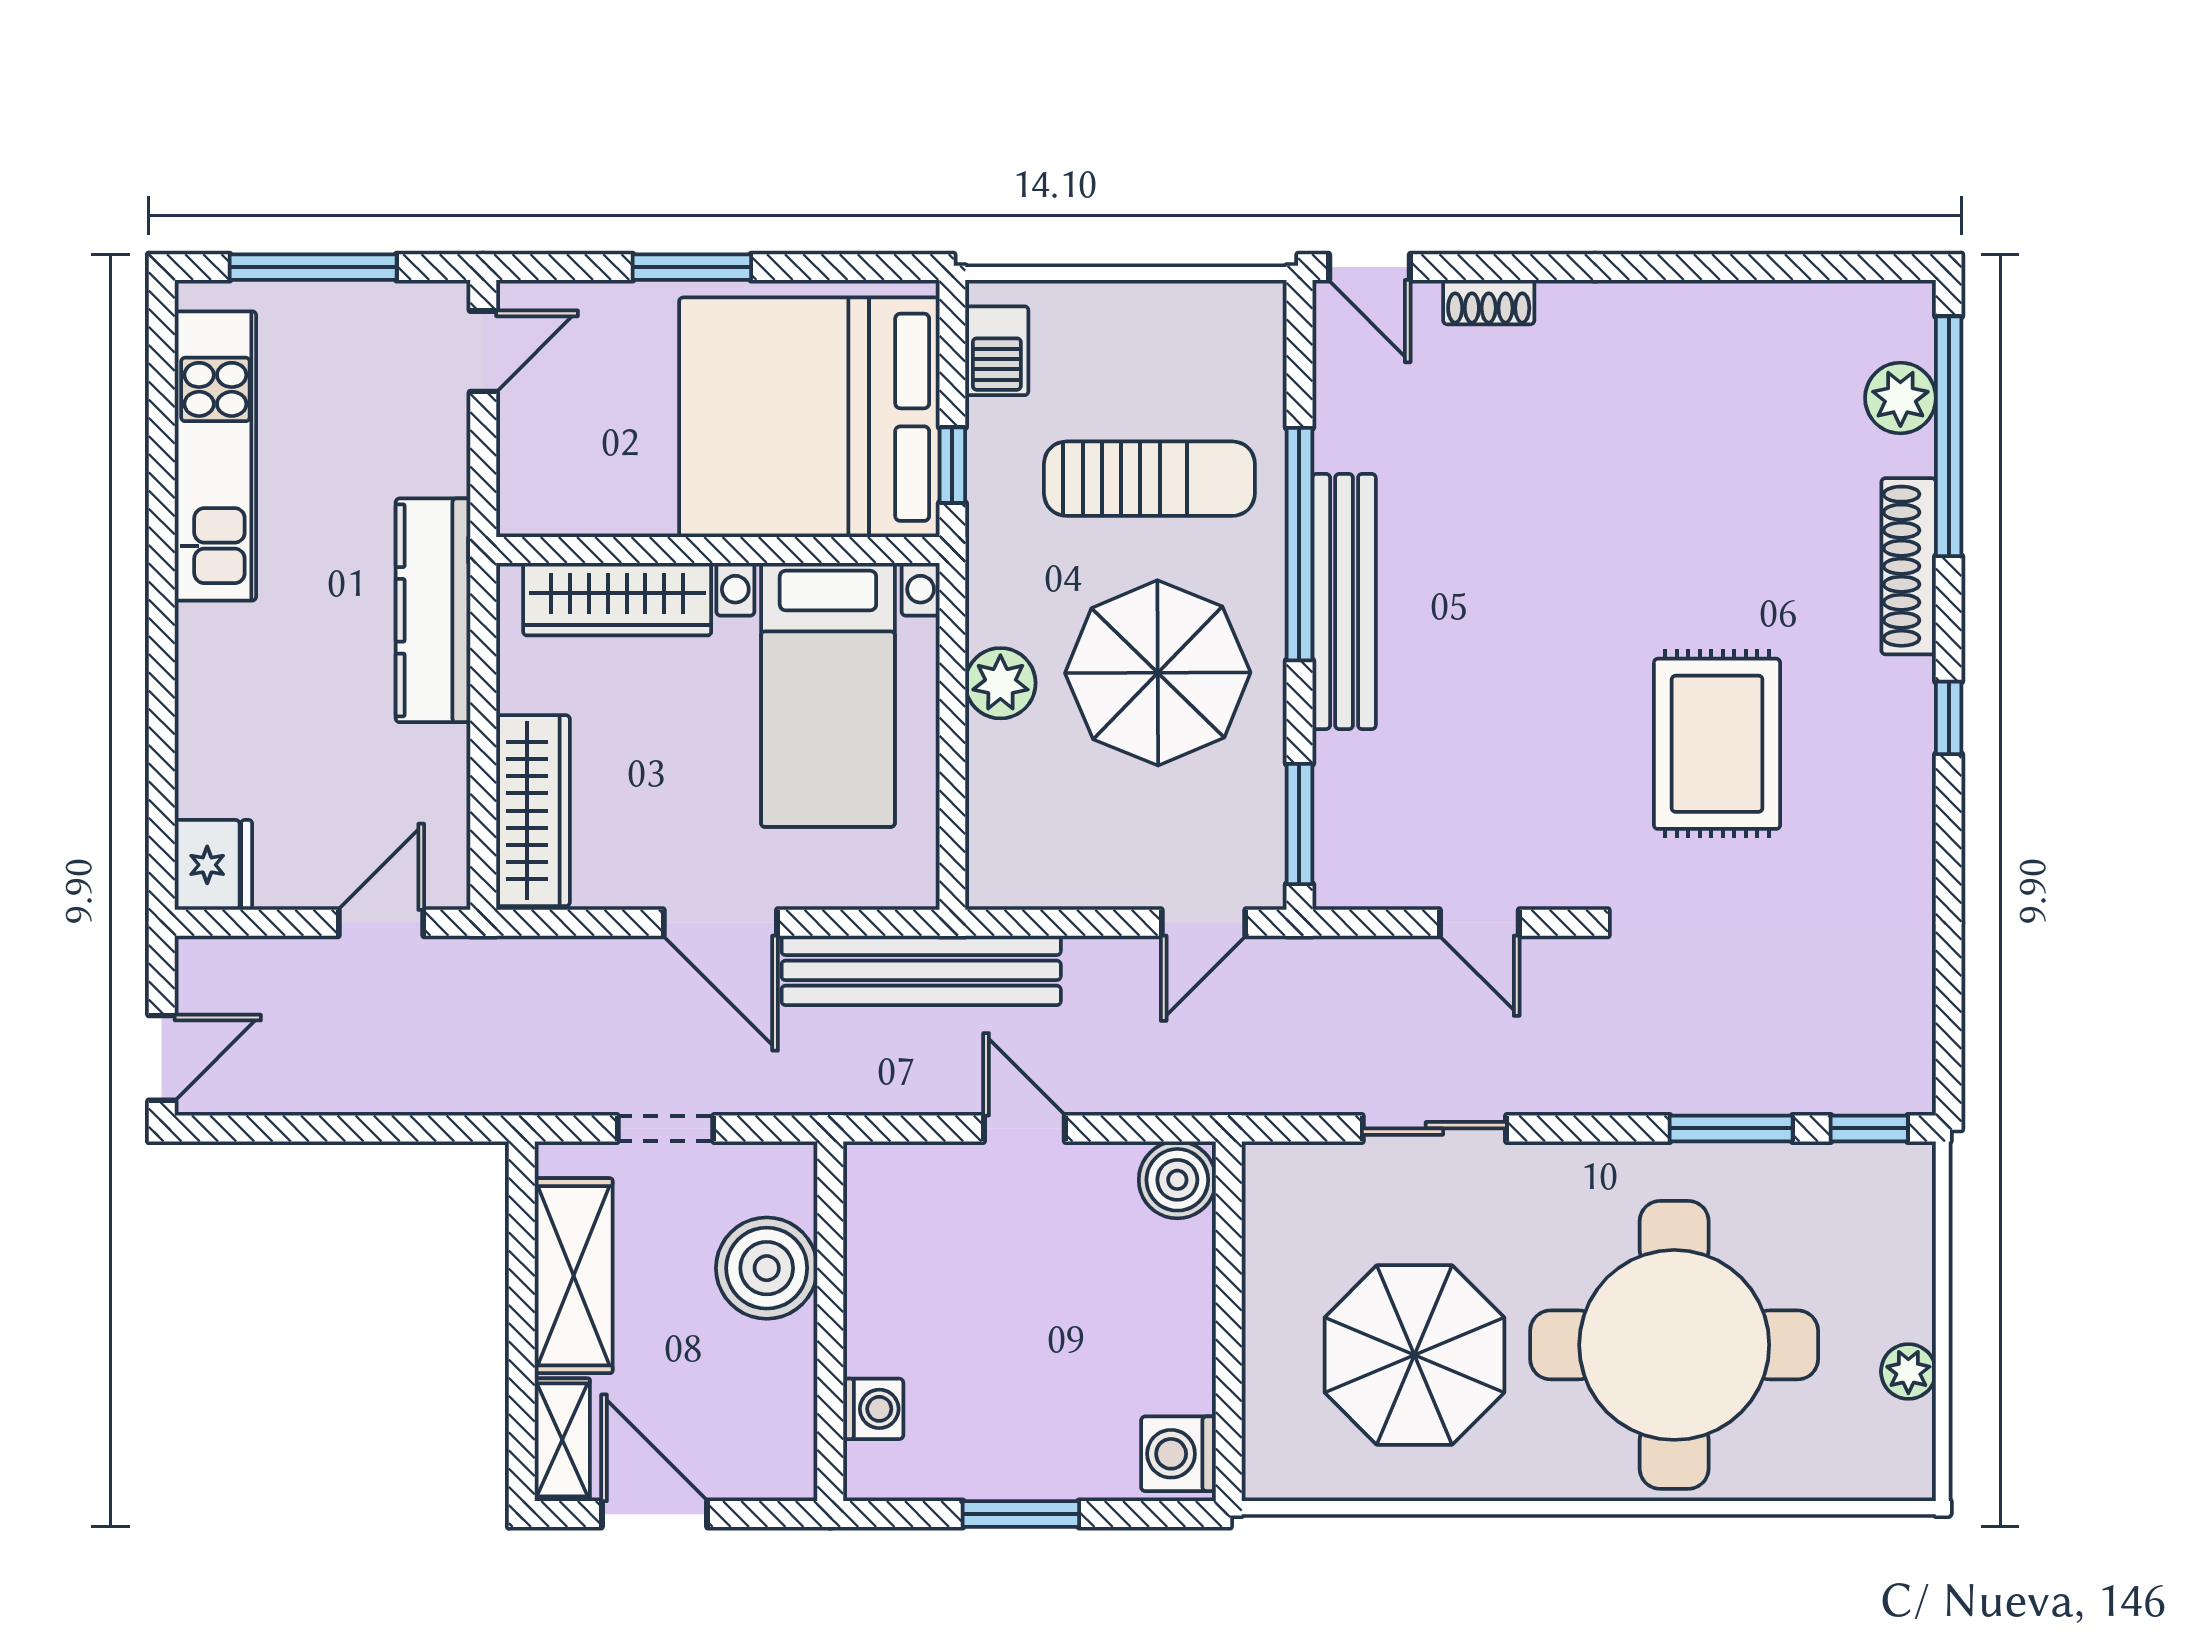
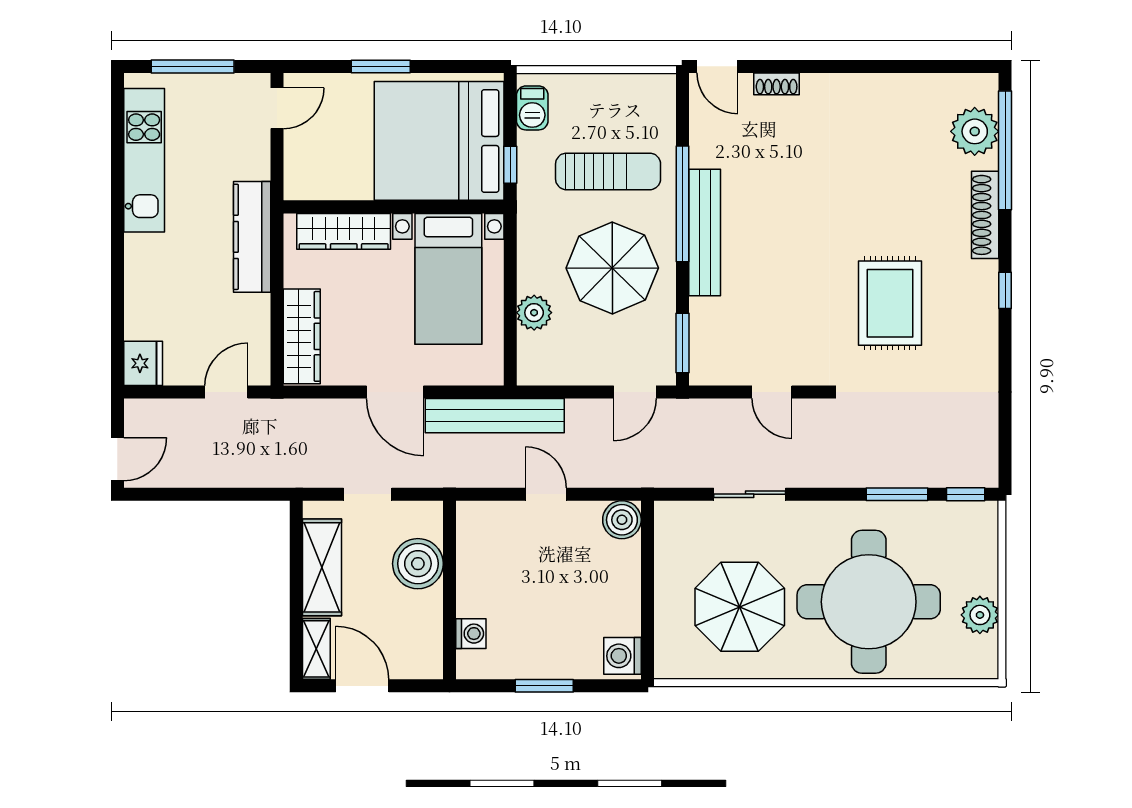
plant: (1900, 398) -> (975, 131), width x1.36, depth x1.36
plant: (1000, 683) -> (534, 313), moved
plant: (1908, 1372) -> (980, 615), width x1.38, depth x1.38

